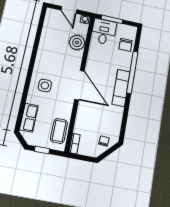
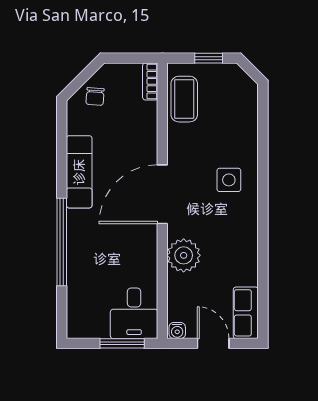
plant: (77, 42) -> (184, 255), moved
chair: (126, 45) -> (85, 296), removed
door: (79, 85) -> (162, 194), hinge flipped
exam couch: (121, 88) -> (79, 172), moved
row of seats: (29, 118) -> (246, 313), moved

